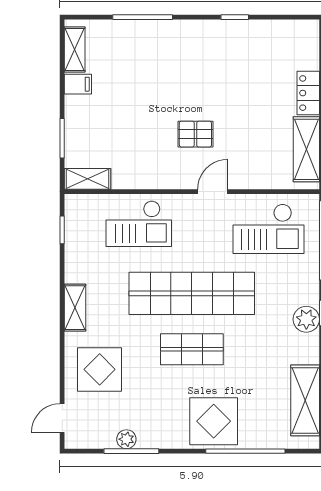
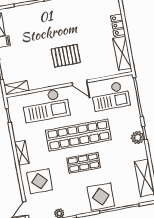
pallet: (195, 134) -> (66, 56), width x1.50, depth x1.42
door: (213, 192) -> (80, 83), swing flipped
checkout: (139, 224) -> (46, 105), width x1.36, depth x1.21

